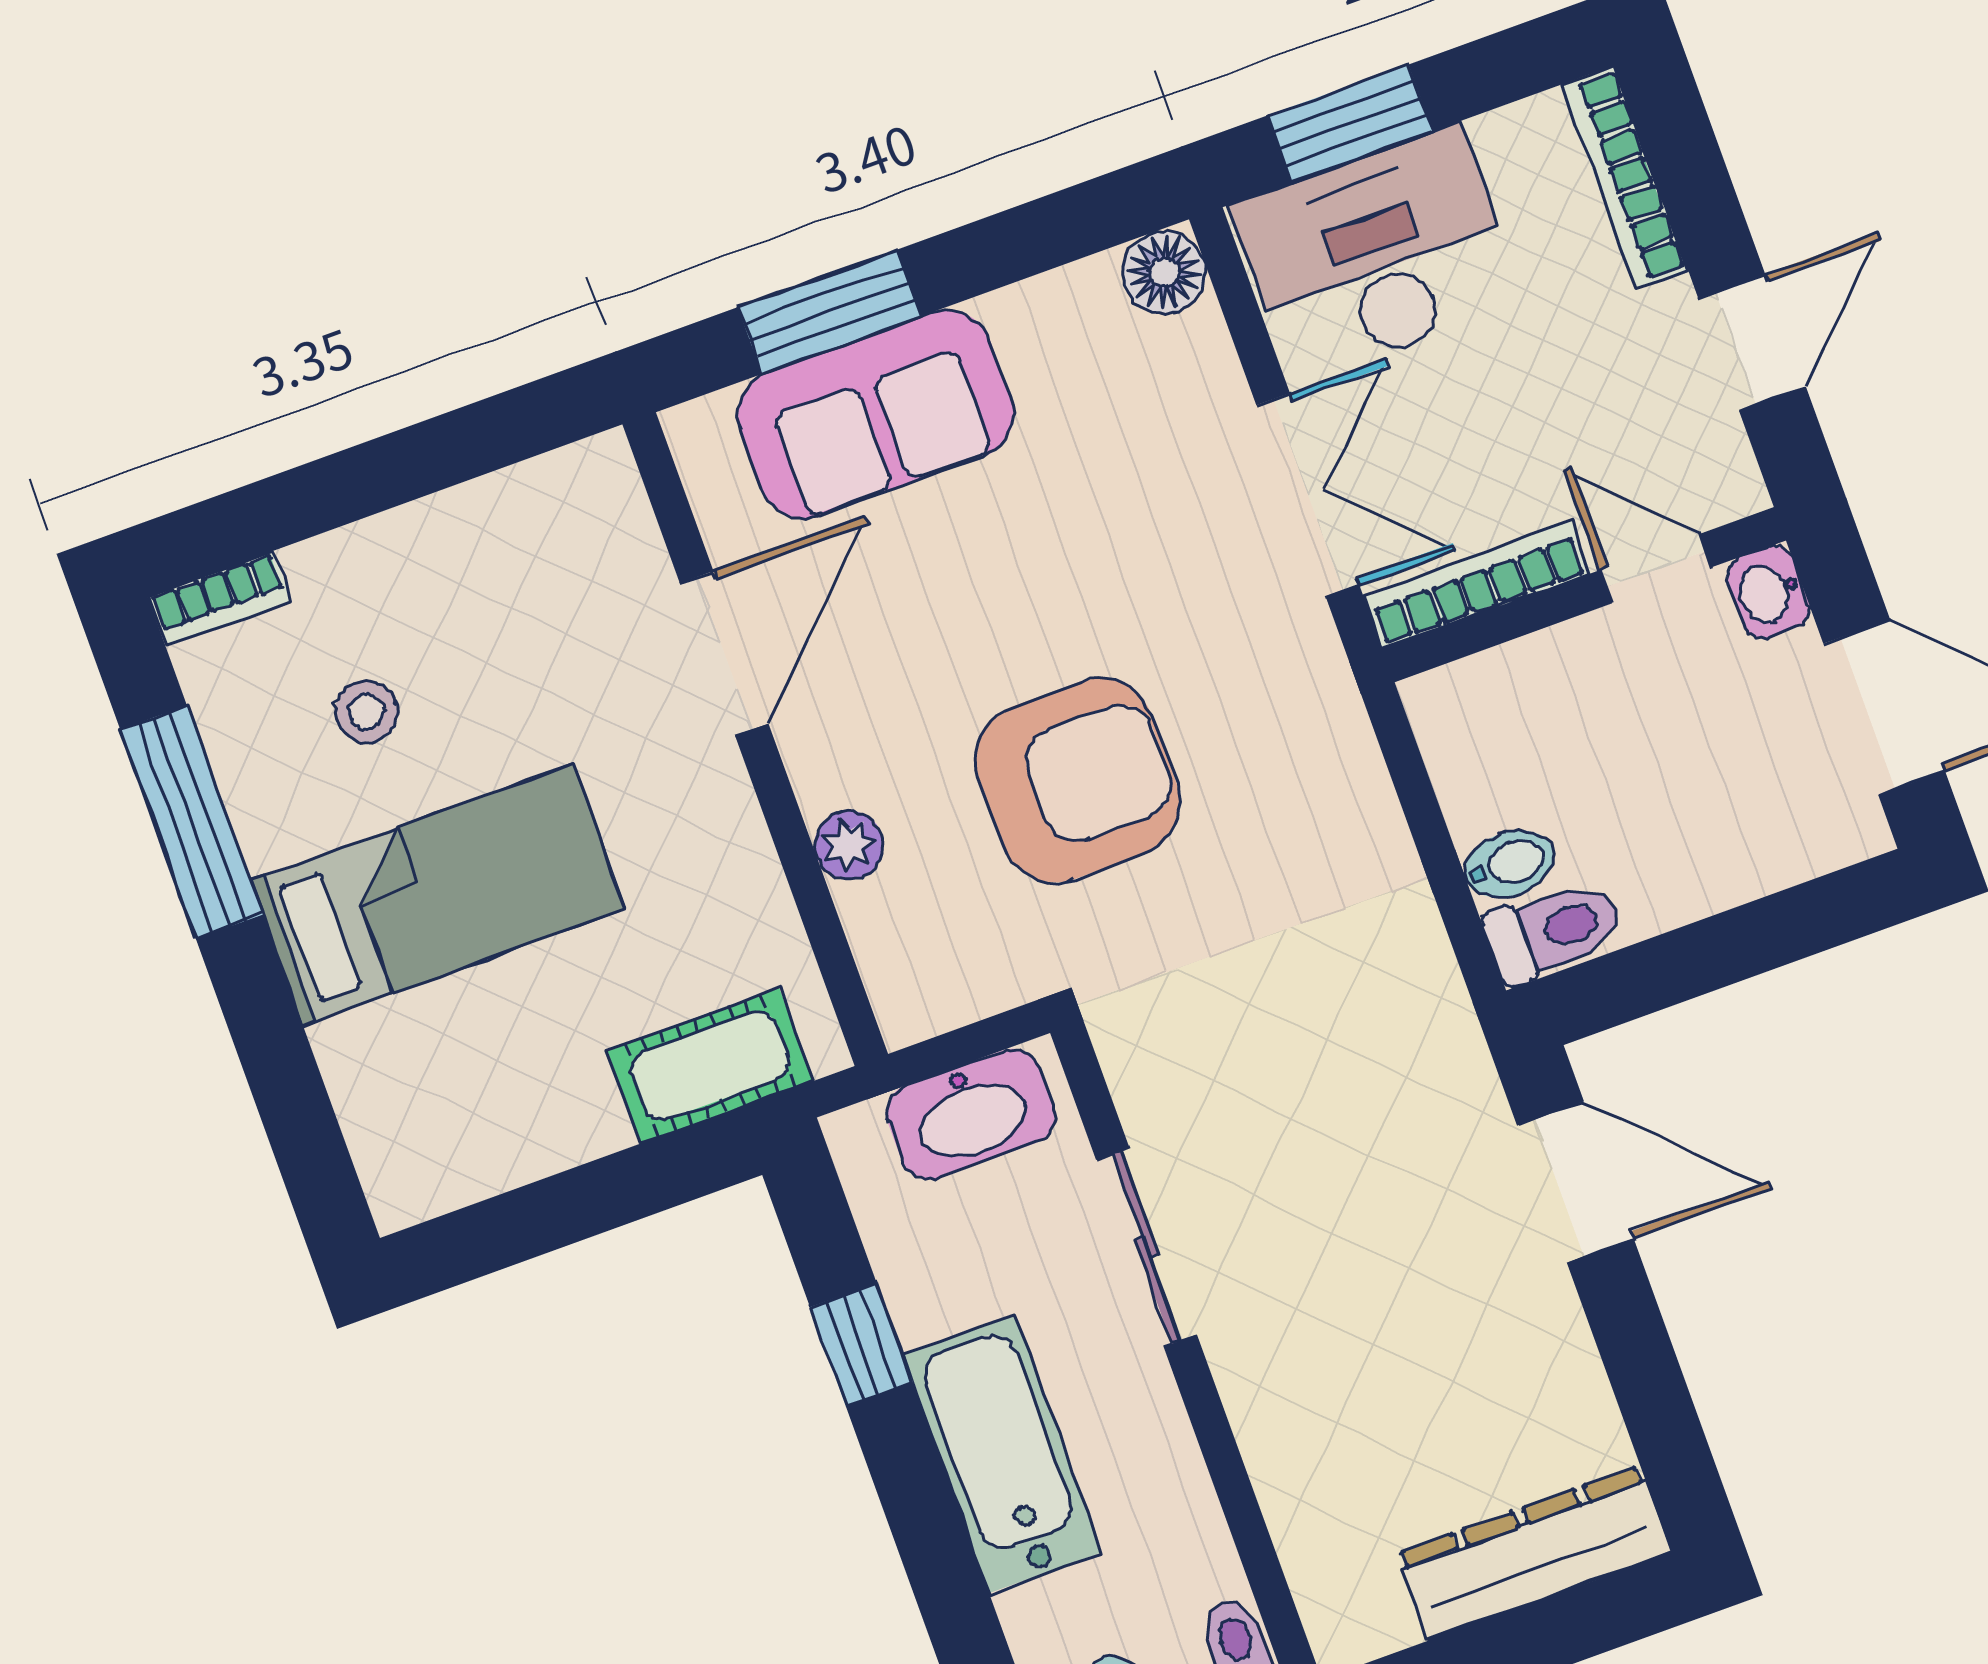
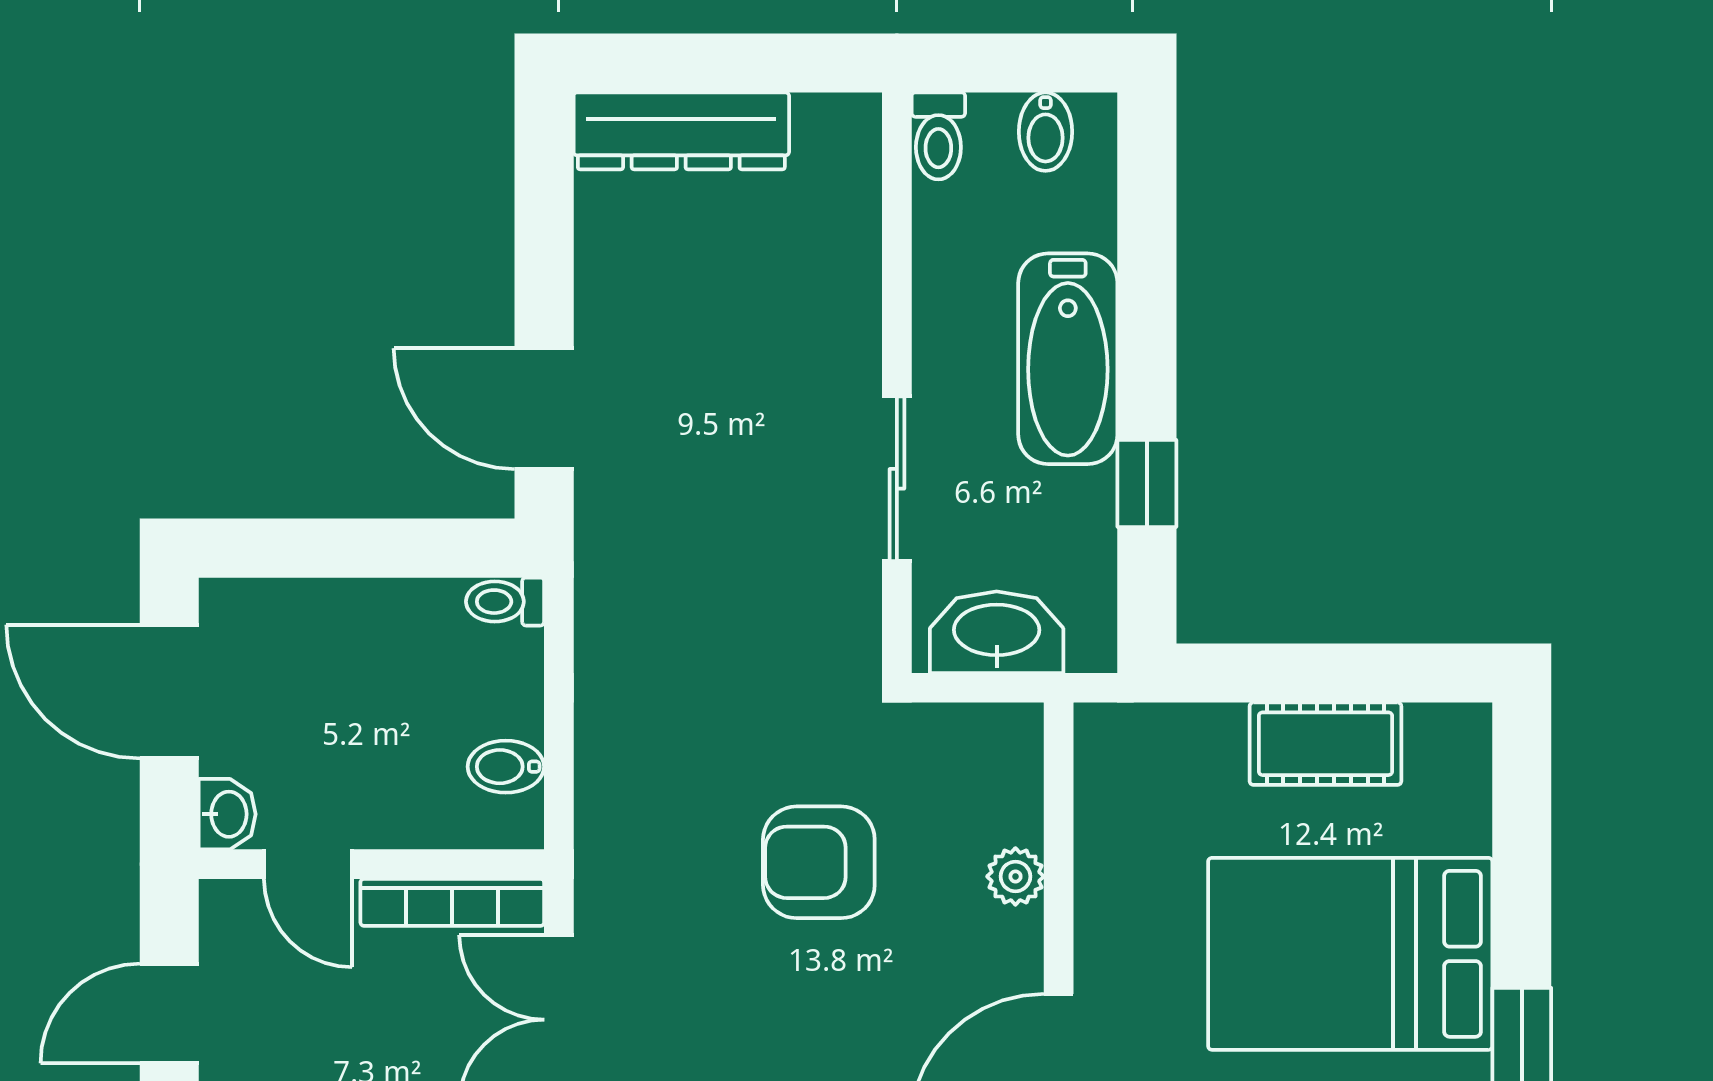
armchair: (1078, 780) -> (819, 862), width x0.73, depth x0.73
bidet: (1509, 864) -> (506, 767), moved
bed: (438, 895) -> (1350, 954), width x1.50
toilet: (1554, 931) -> (505, 602), width x0.73, depth x0.72
cot: (710, 1066) -> (1325, 744), moved

